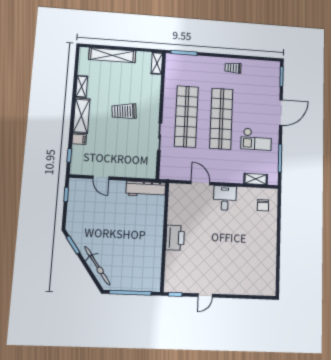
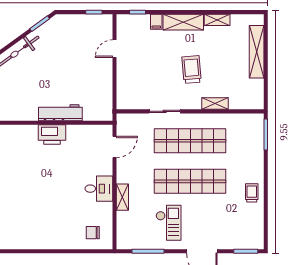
shelving: (157, 63) -> (215, 104), moved
checkout: (256, 139) -> (168, 223), turned 180
shelving: (256, 179) -> (122, 197), moved
door: (200, 183) -> (114, 147), moved
workbench: (146, 189) -> (60, 113), moved, turned 90

